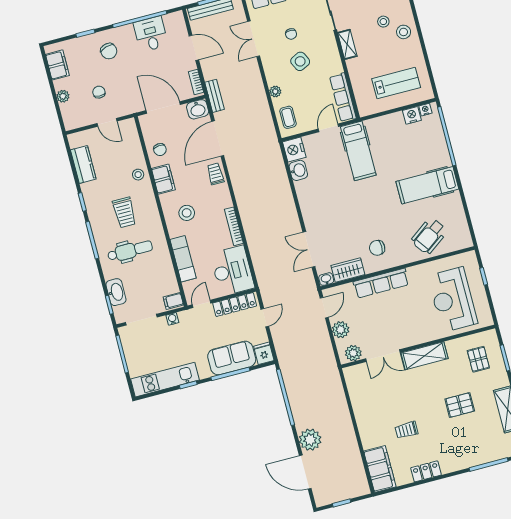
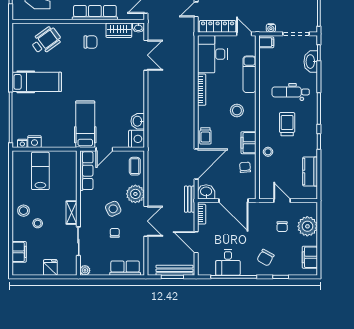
double door: (254, 39) -> (146, 221), moved
chair: (109, 51) -> (265, 258), turned -135
lab bench: (396, 83) -> (40, 171), turned 90
plant: (275, 92) -> (135, 194), width x1.87, depth x1.87
plant: (63, 96) -> (307, 226), width x1.88, depth x1.88
door: (202, 304) -> (244, 34), swing flipped

